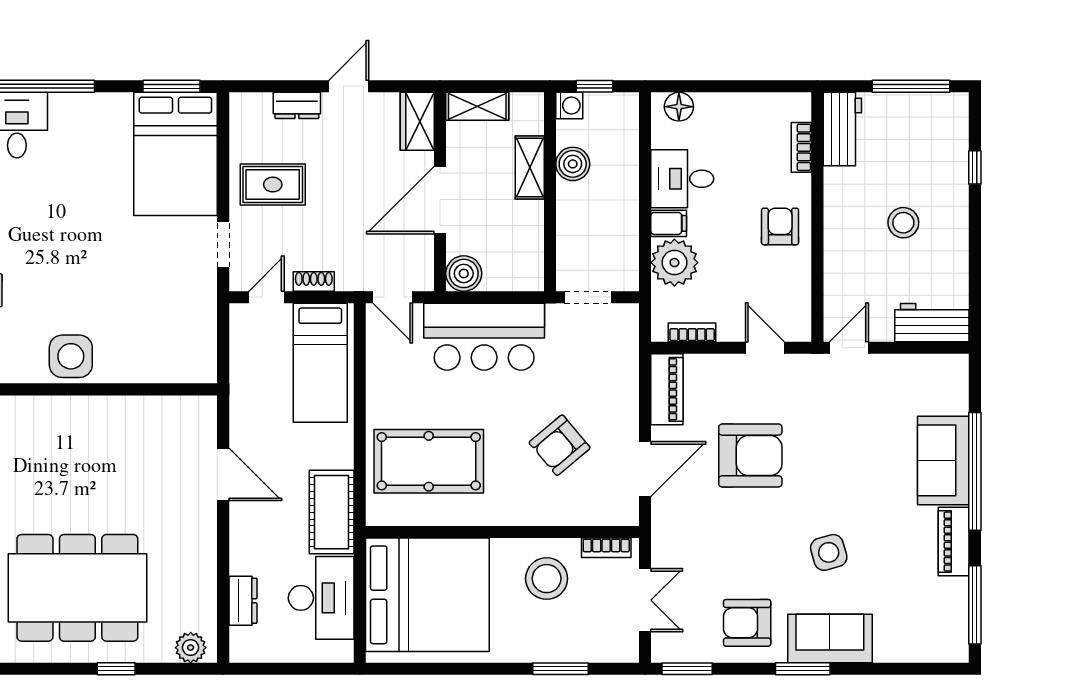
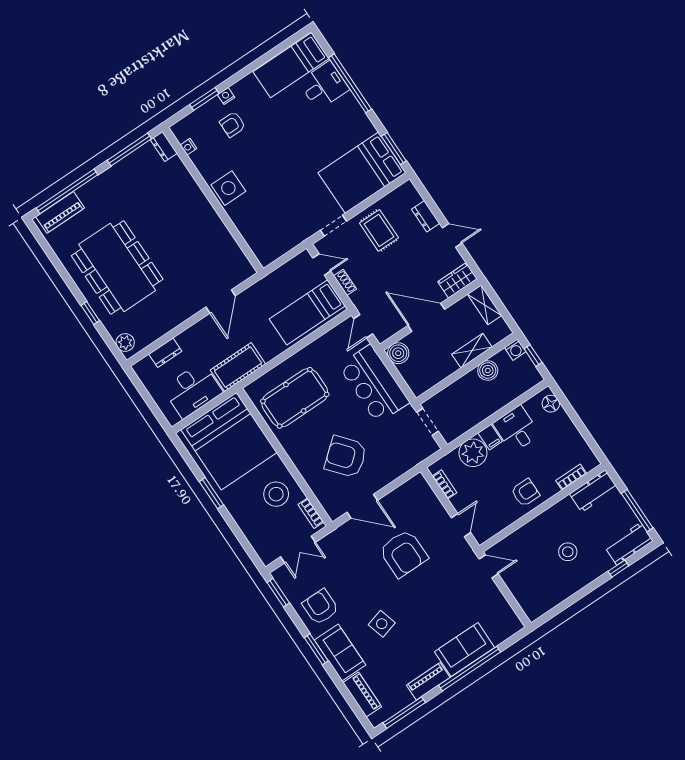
workbench: (932, 323) -> (629, 544), moved, turned -90
piano: (667, 389) -> (362, 695), moved, turned -90
armchair: (560, 445) -> (346, 457), width x1.36, depth x1.36
pool table: (429, 461) -> (295, 398), turned 90
window: (561, 669) -> (211, 493), moved

